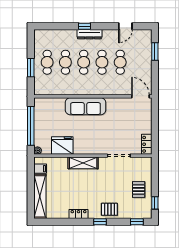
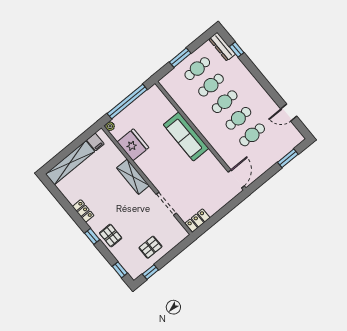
window: (84, 26) -> (237, 50), moved
dresser: (89, 34) -> (222, 47), moved

